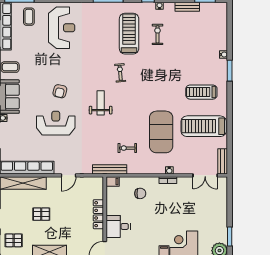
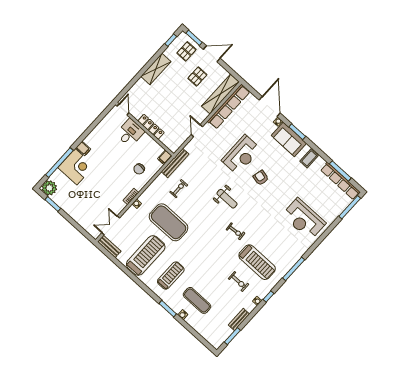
coffee table: (29, 17) -> (332, 203), removed
exercise mat: (202, 54) -> (197, 300), added
pallet: (41, 214) -> (197, 76), moved

